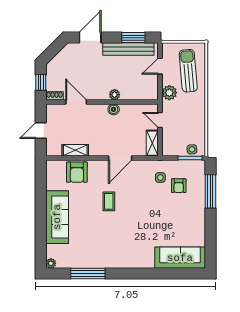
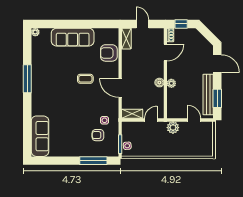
sun lounger: (188, 71) -> (191, 143), removed
shelving: (75, 150) -> (126, 39), moved
window: (88, 273) -> (27, 79), moved

